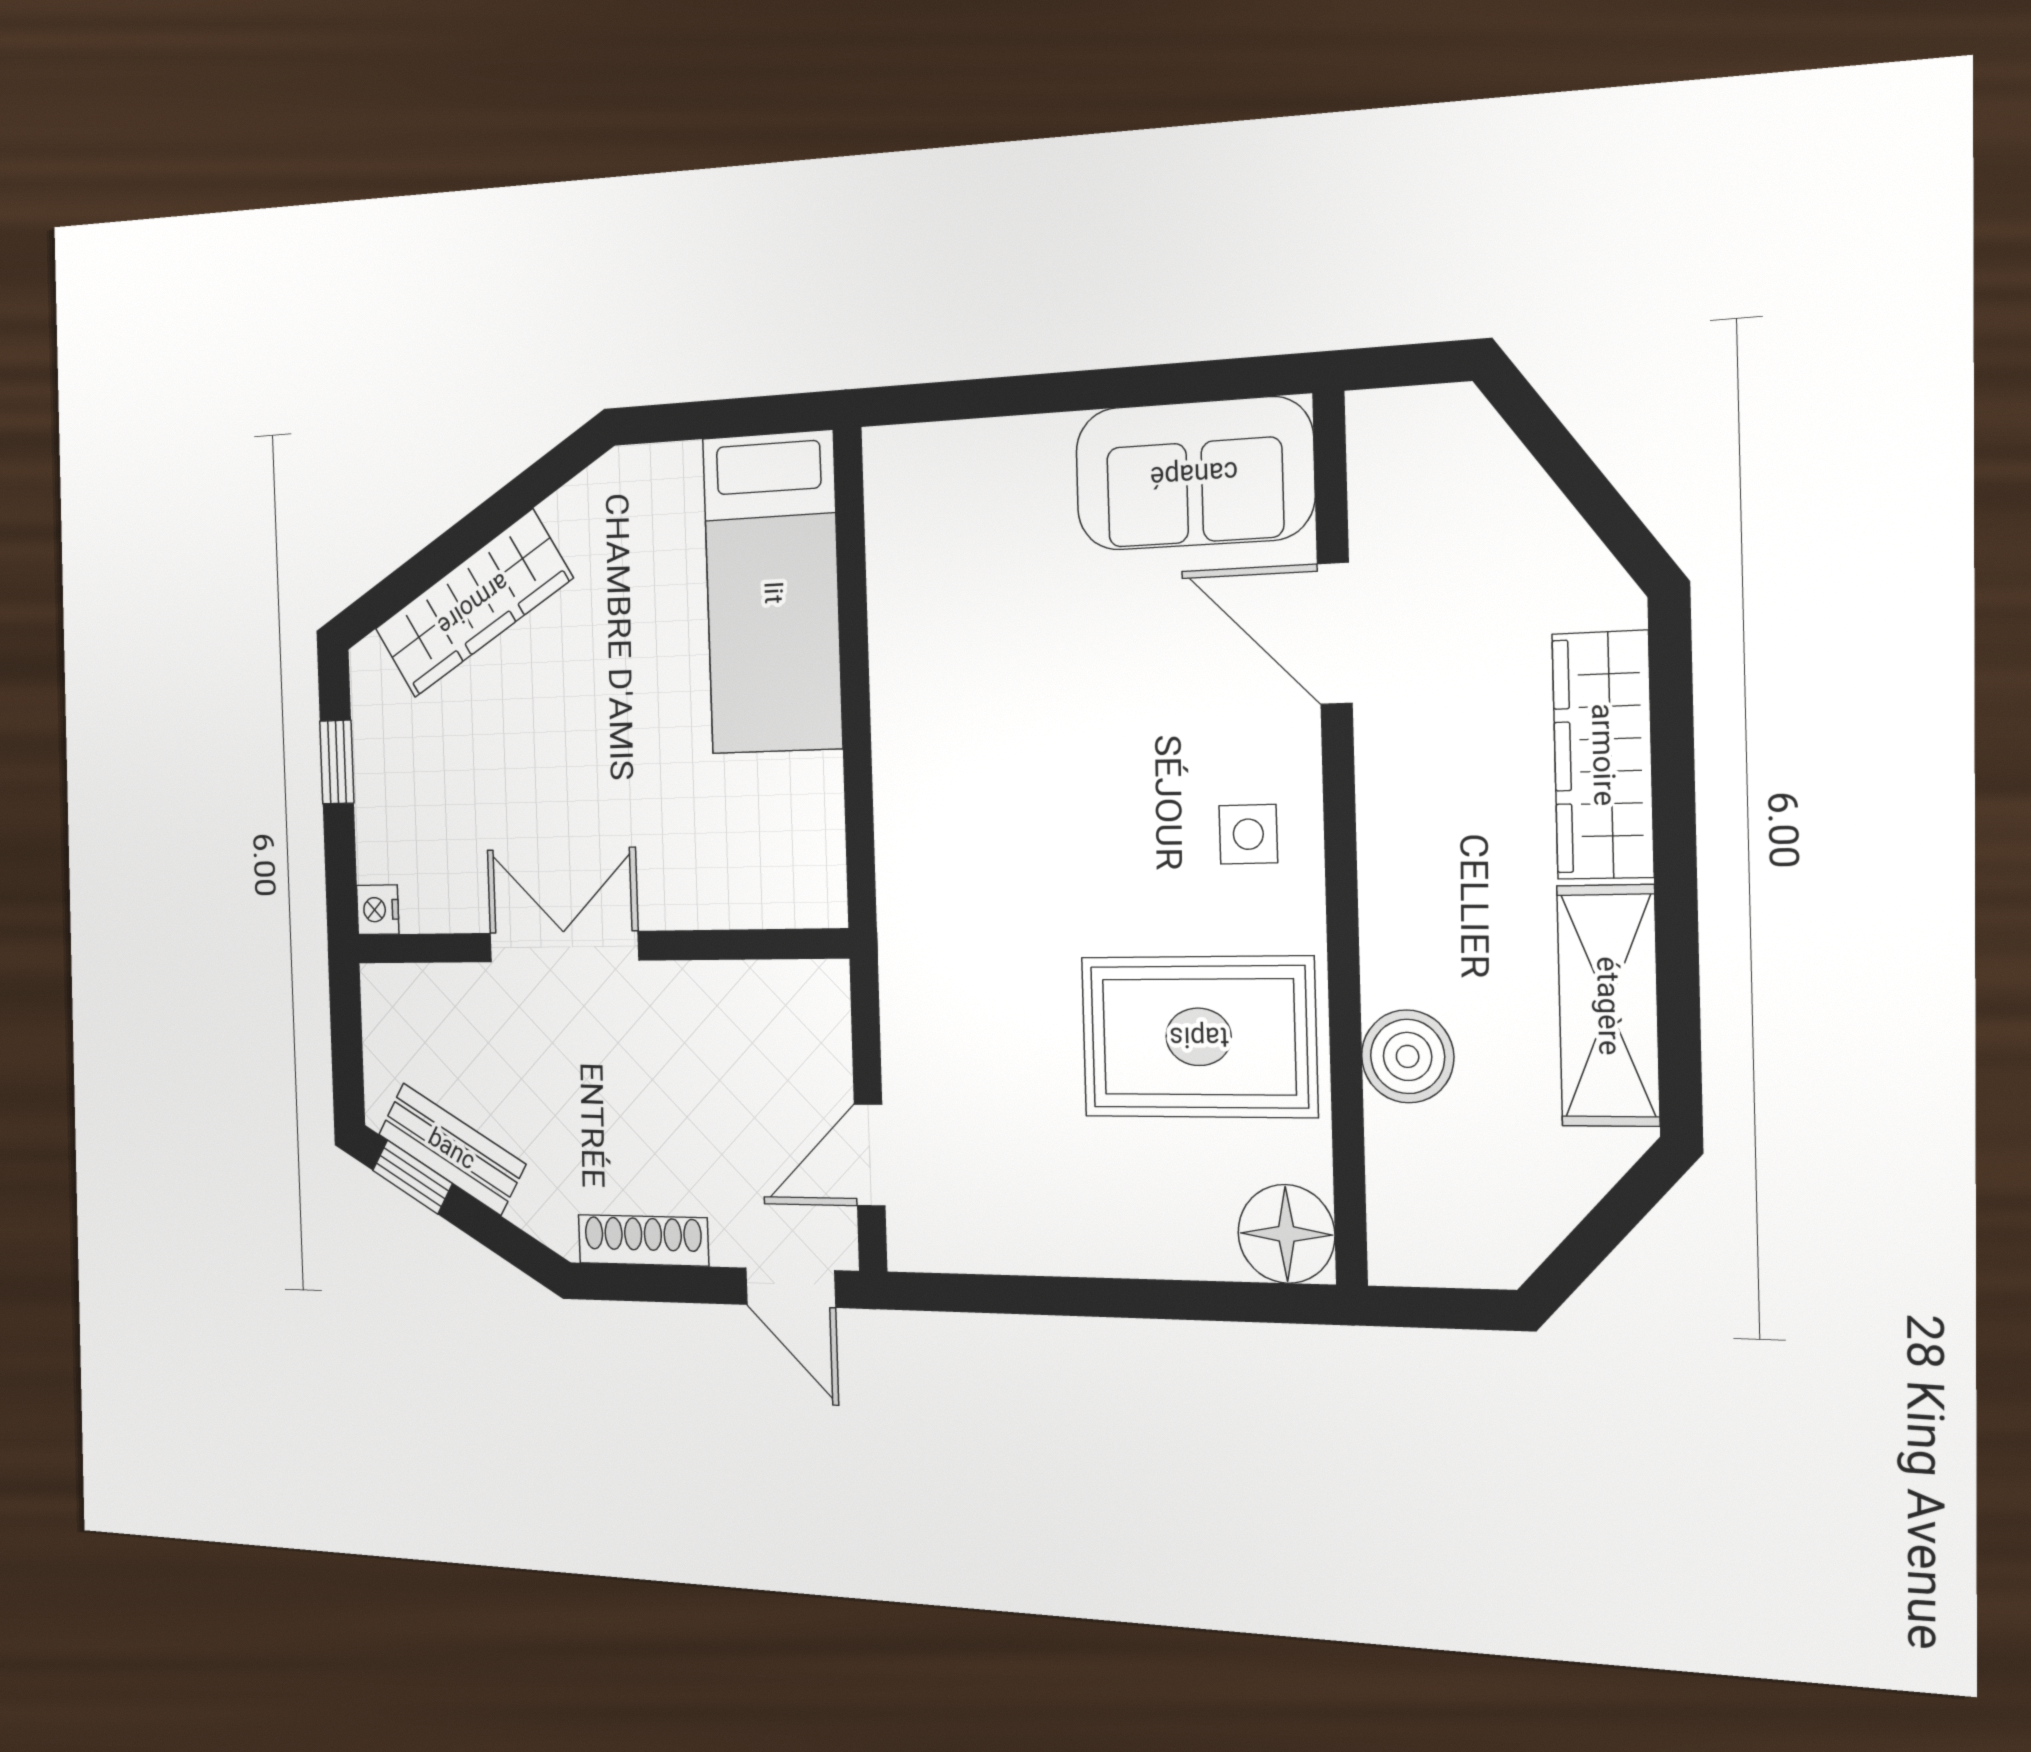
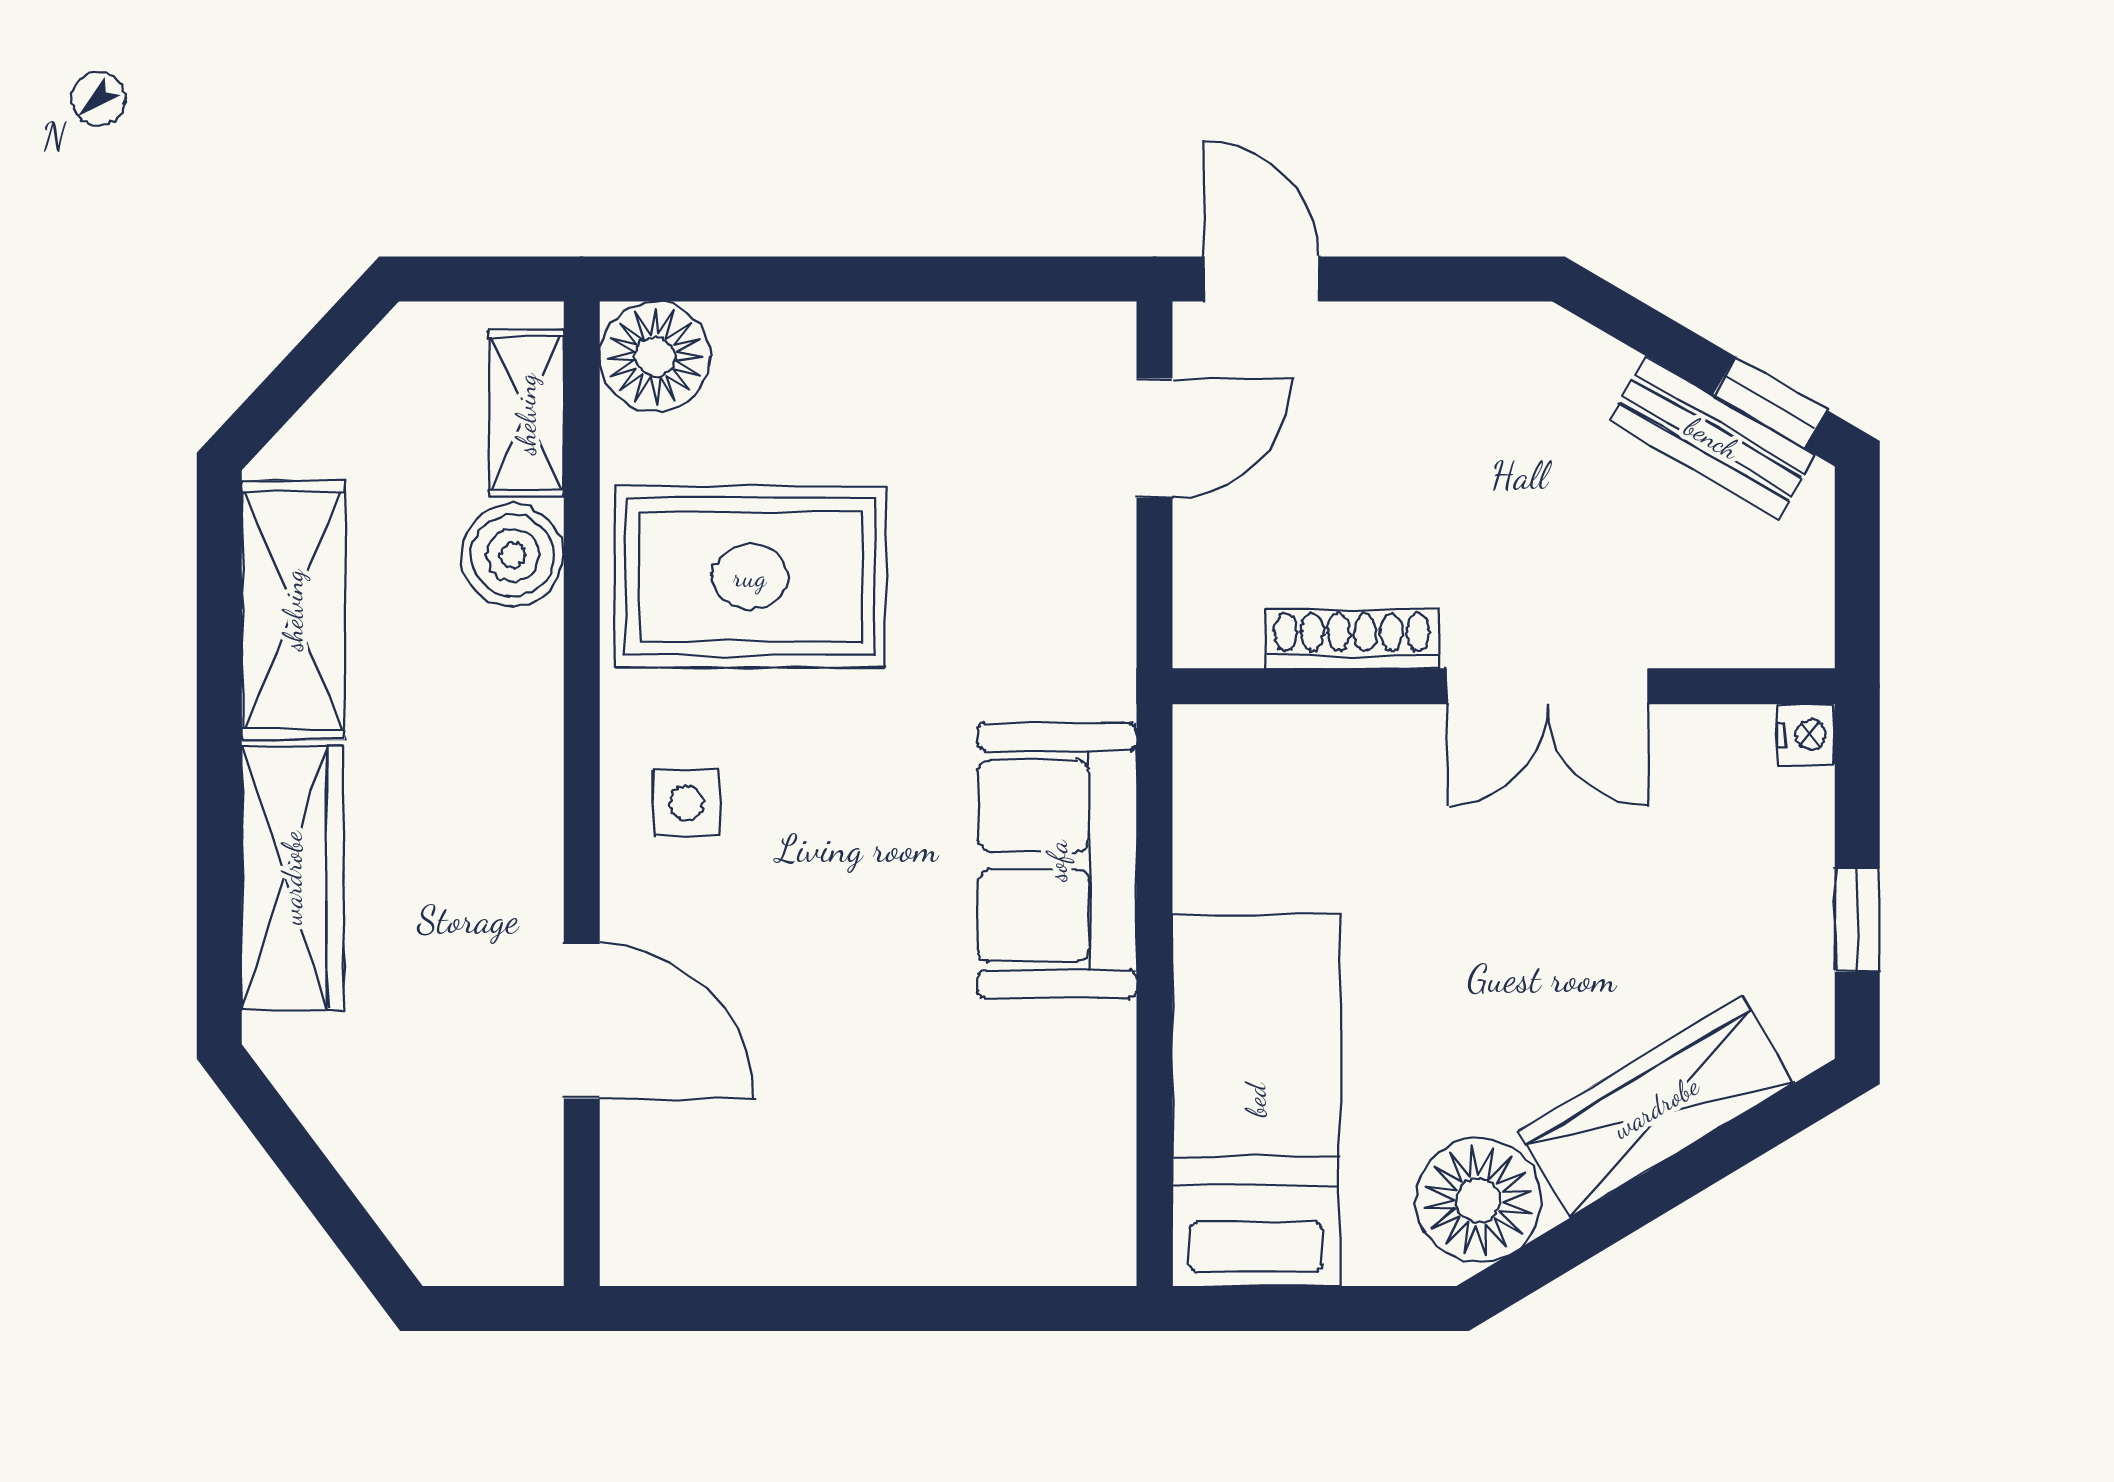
sofa: (1194, 474) -> (1057, 861), moved, turned -90
floor lamp: (601, 518) -> (1478, 1200), added
shelving: (1399, 1185) -> (526, 414), added
shoe rack: (643, 1240) -> (1352, 639), moved, turned 180

